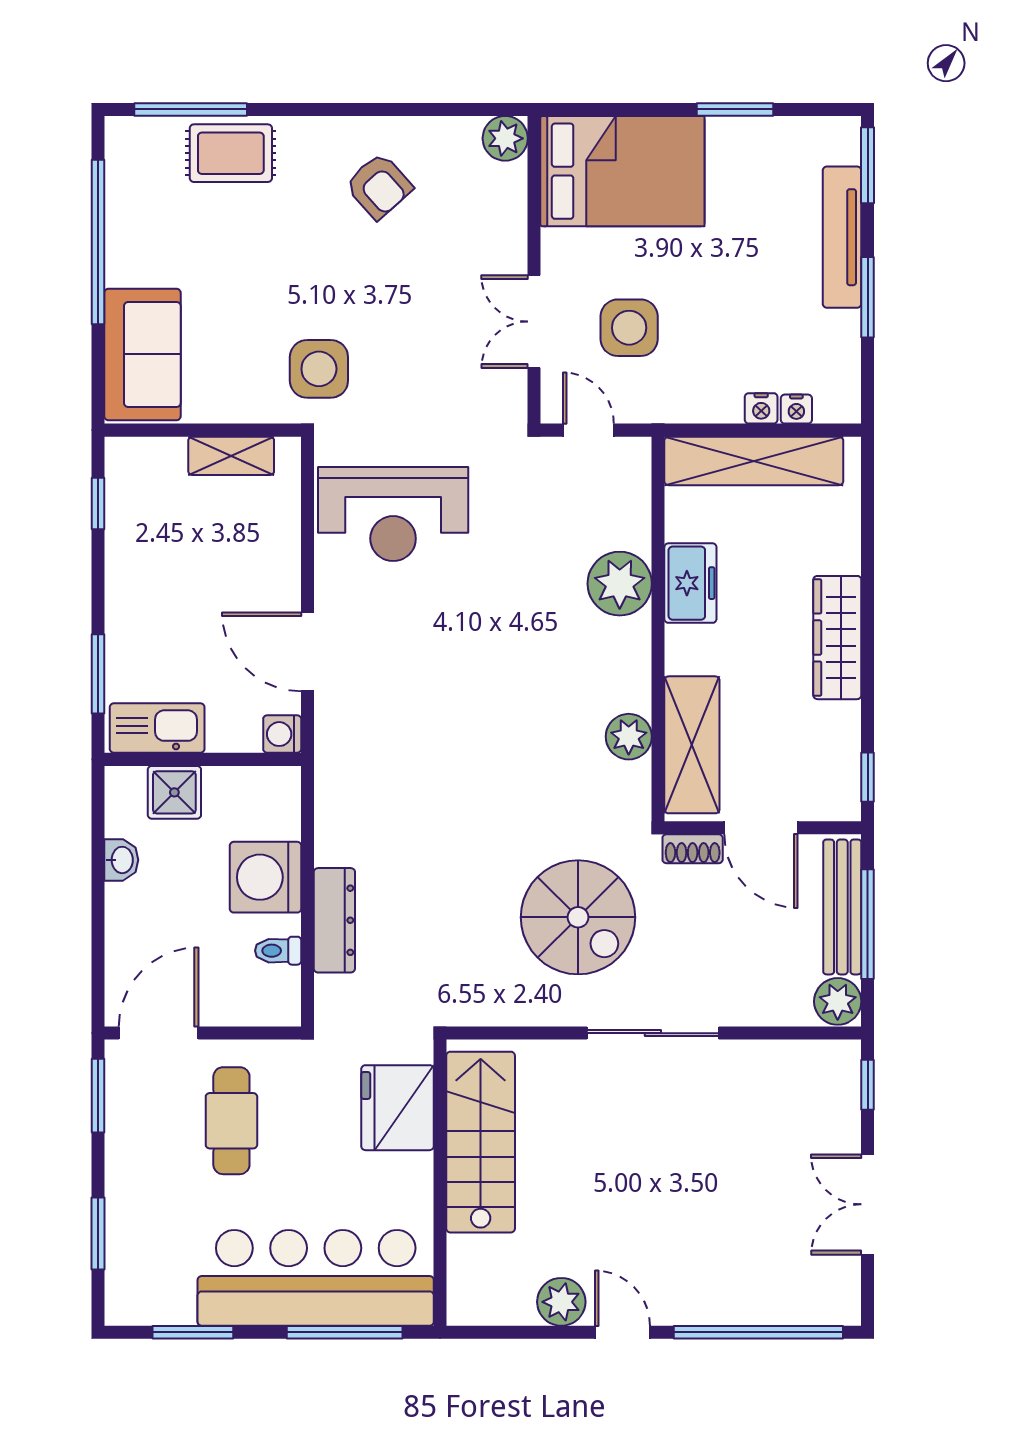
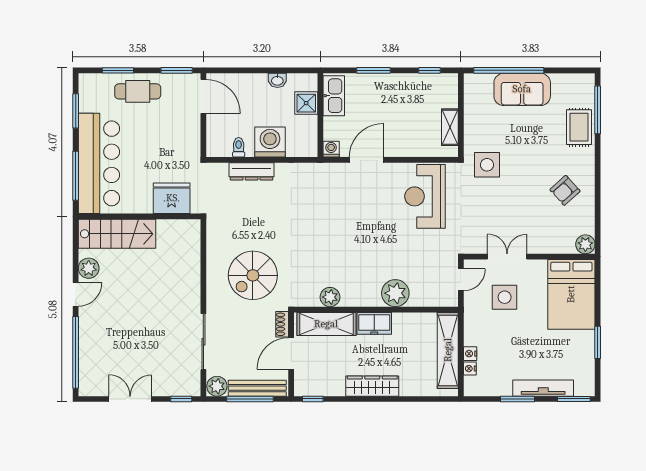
window: (98, 242) -> (509, 70), moved
sofa: (142, 354) -> (522, 89), moved
freezer: (690, 583) -> (374, 323), moved
window: (98, 674) -> (373, 70), moved
sliding door: (653, 1033) -> (203, 342), moved
cafe table: (231, 1121) -> (138, 91), moved
stairs: (481, 1142) -> (117, 234), moved

